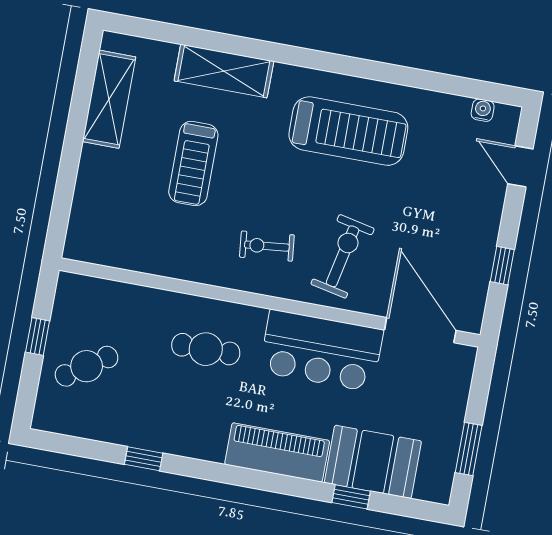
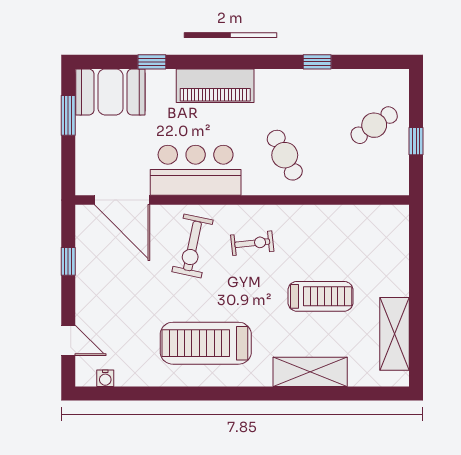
treadmill: (193, 163) -> (320, 296), turned 90
cafe table: (206, 349) -> (285, 155), turned 63
booth: (373, 462) -> (110, 92), moved

